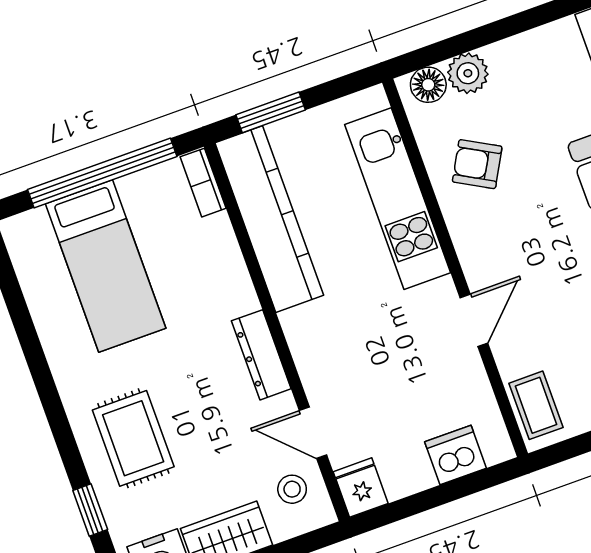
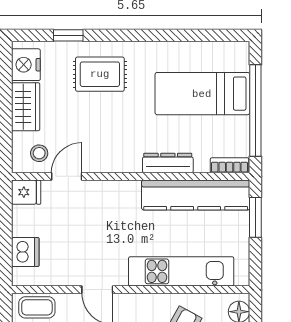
dresser: (261, 355) -> (168, 163), moved

